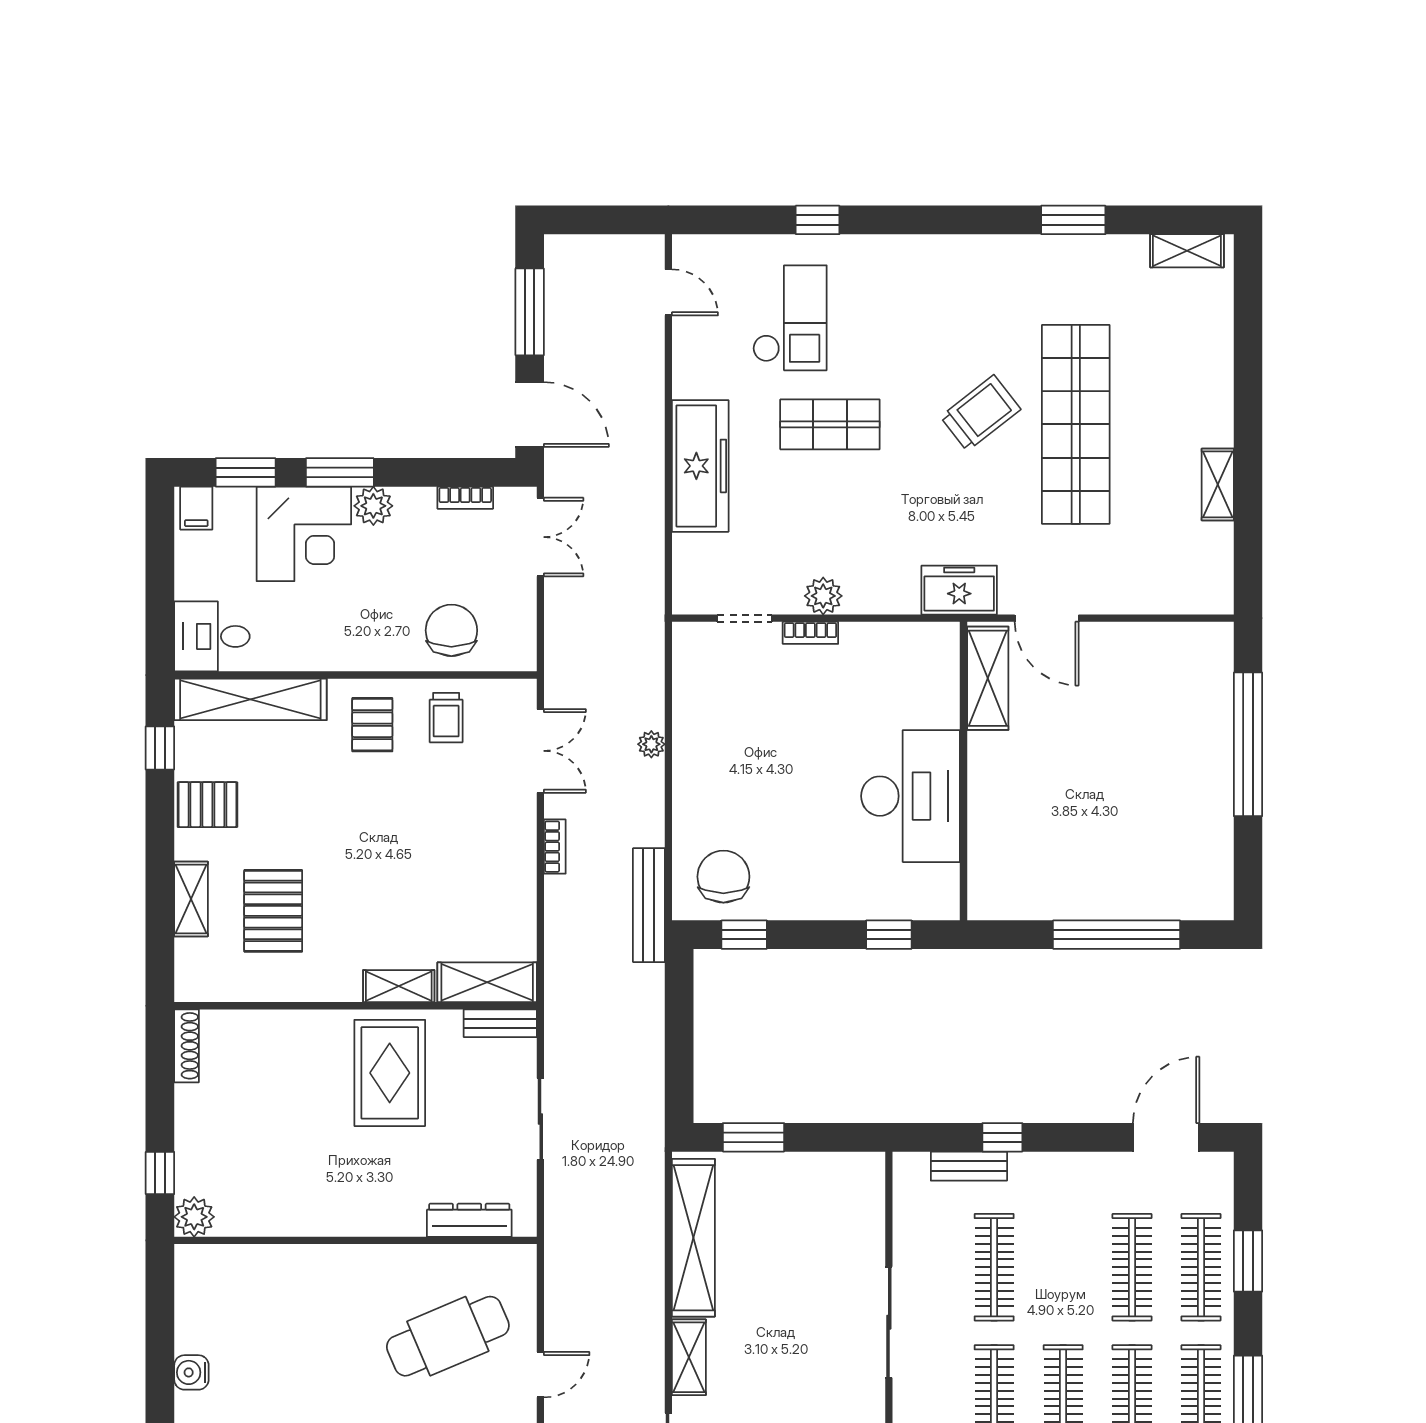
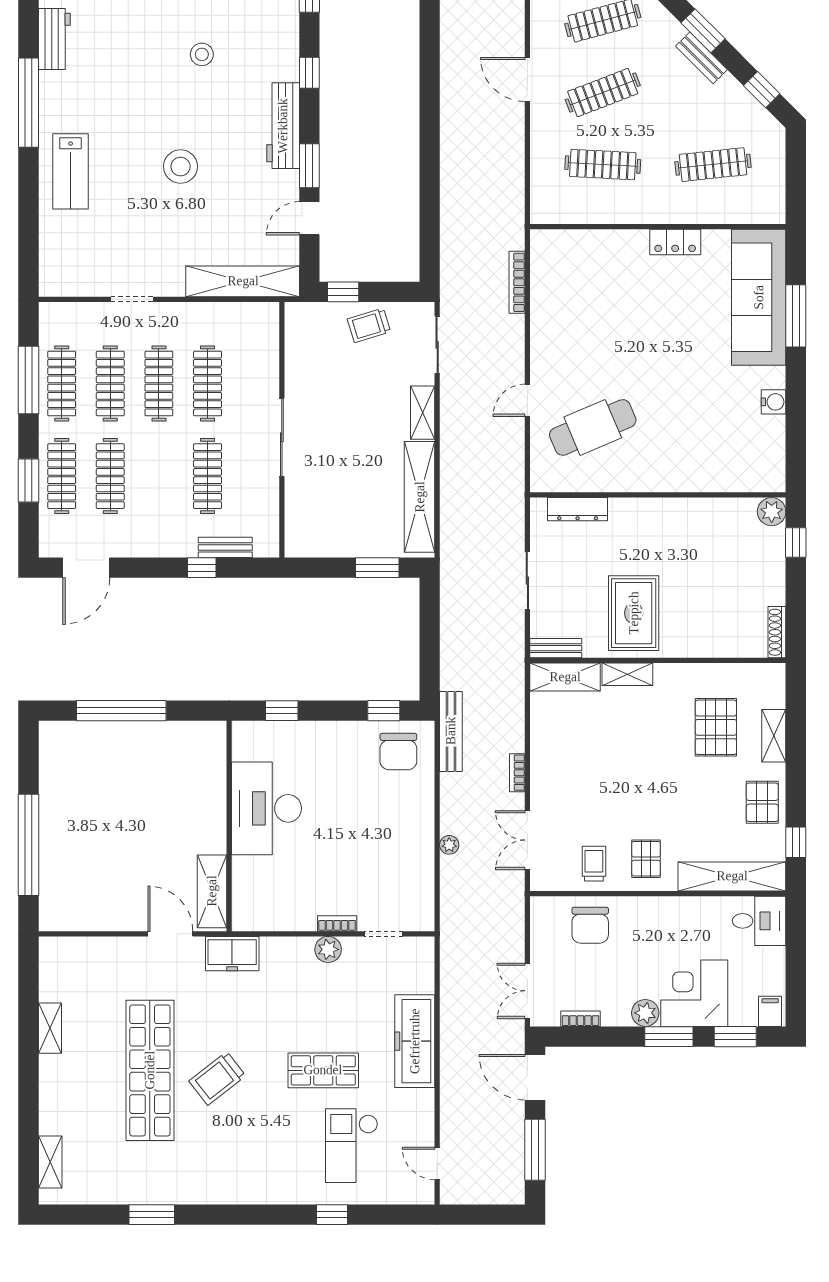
shelving: (1187, 251) -> (50, 1162), moved, turned 90
pallet: (207, 805) -> (762, 802), turned 90

